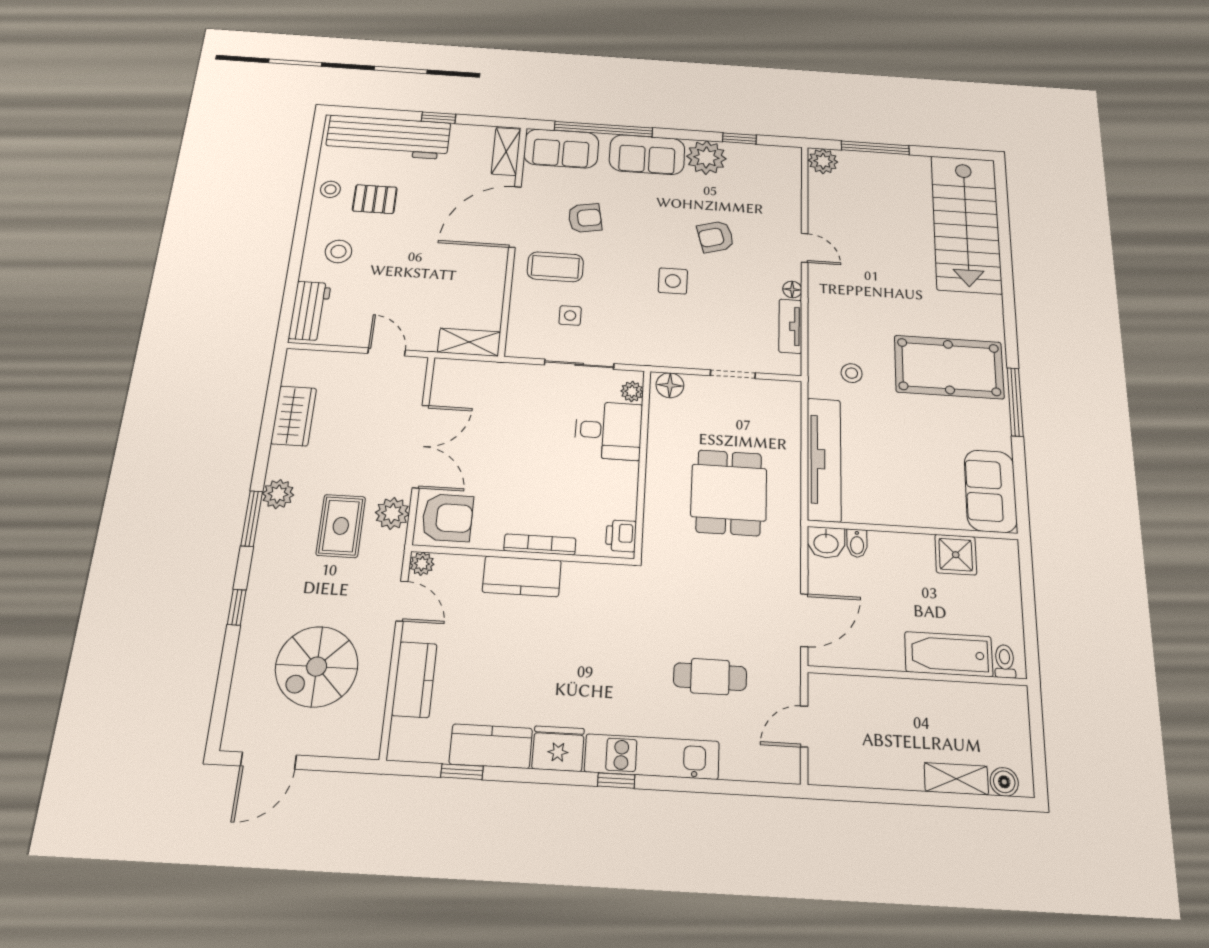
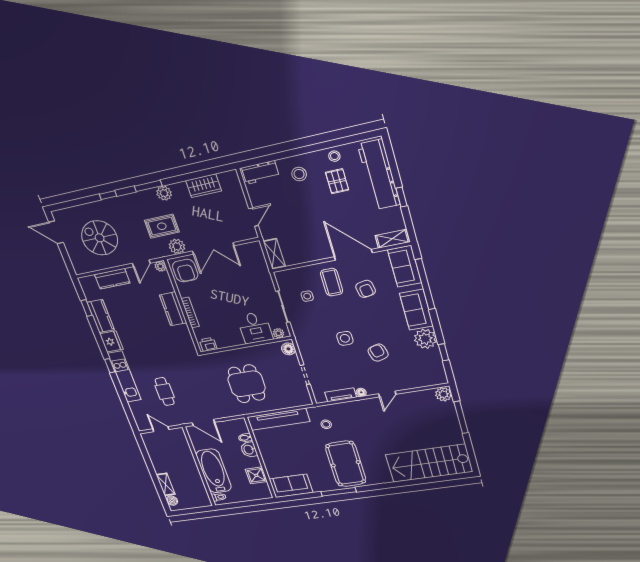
dining table: (729, 493) -> (247, 384), turned 90
washbasin: (826, 543) -> (249, 450), moved
bathtub: (949, 654) -> (214, 471), width x1.36, depth x1.36

